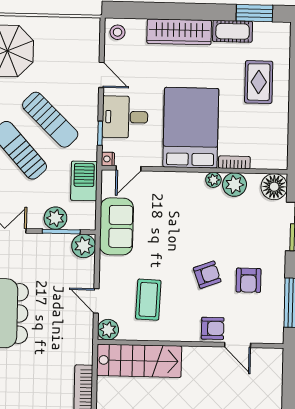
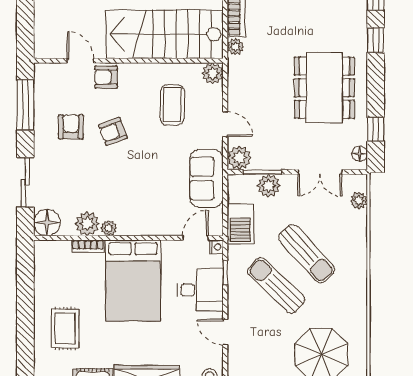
door: (96, 301) -> (225, 124), moved
plant: (85, 355) -> (235, 47), added
stairs: (139, 361) -> (165, 34), width x1.36, depth x1.51

